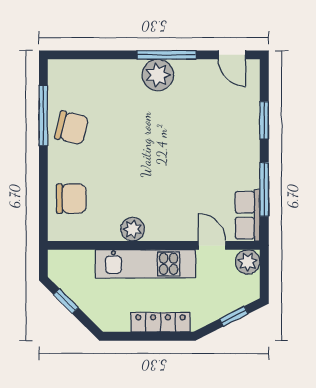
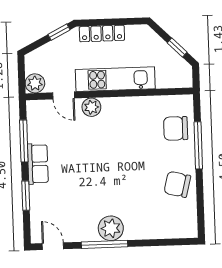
window: (43, 116) -> (198, 145), moved
row of seats: (248, 215) -> (38, 164), moved
plant: (133, 229) -> (91, 107), moved
window: (234, 316) -> (59, 32), moved

